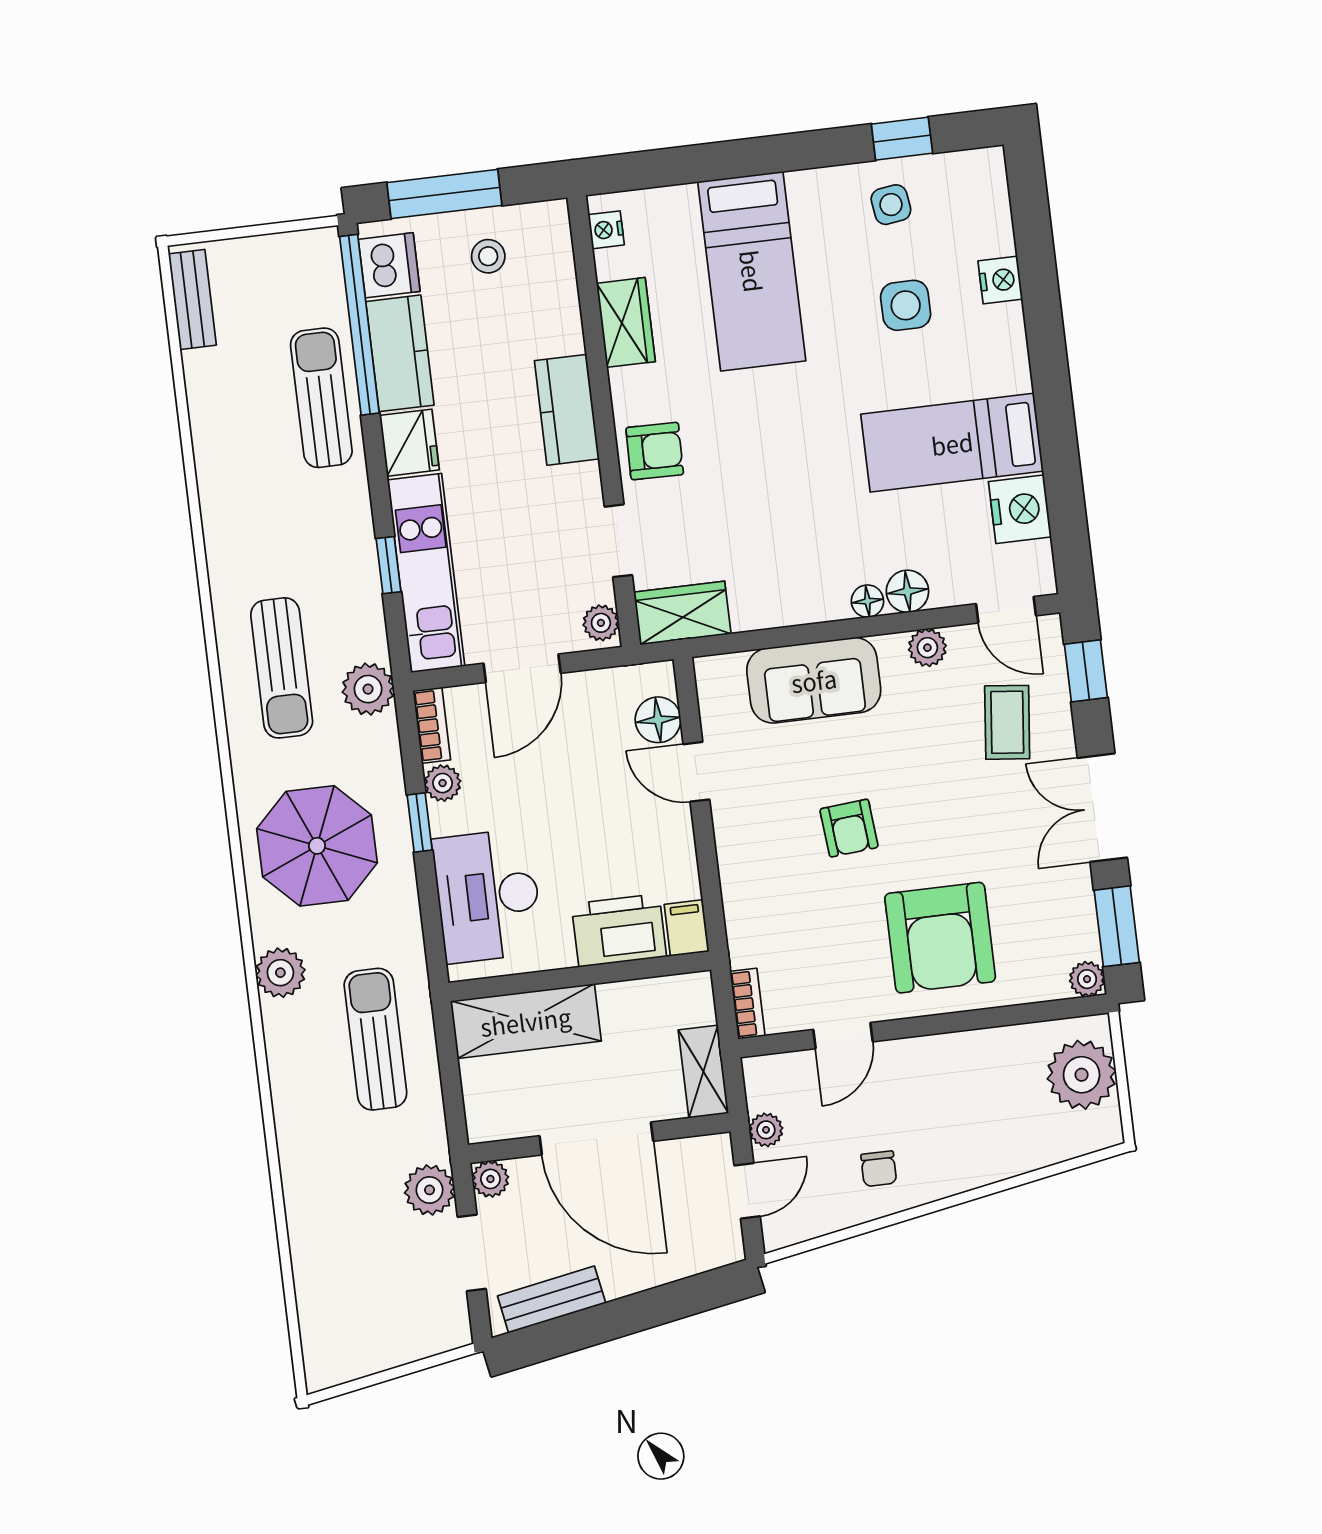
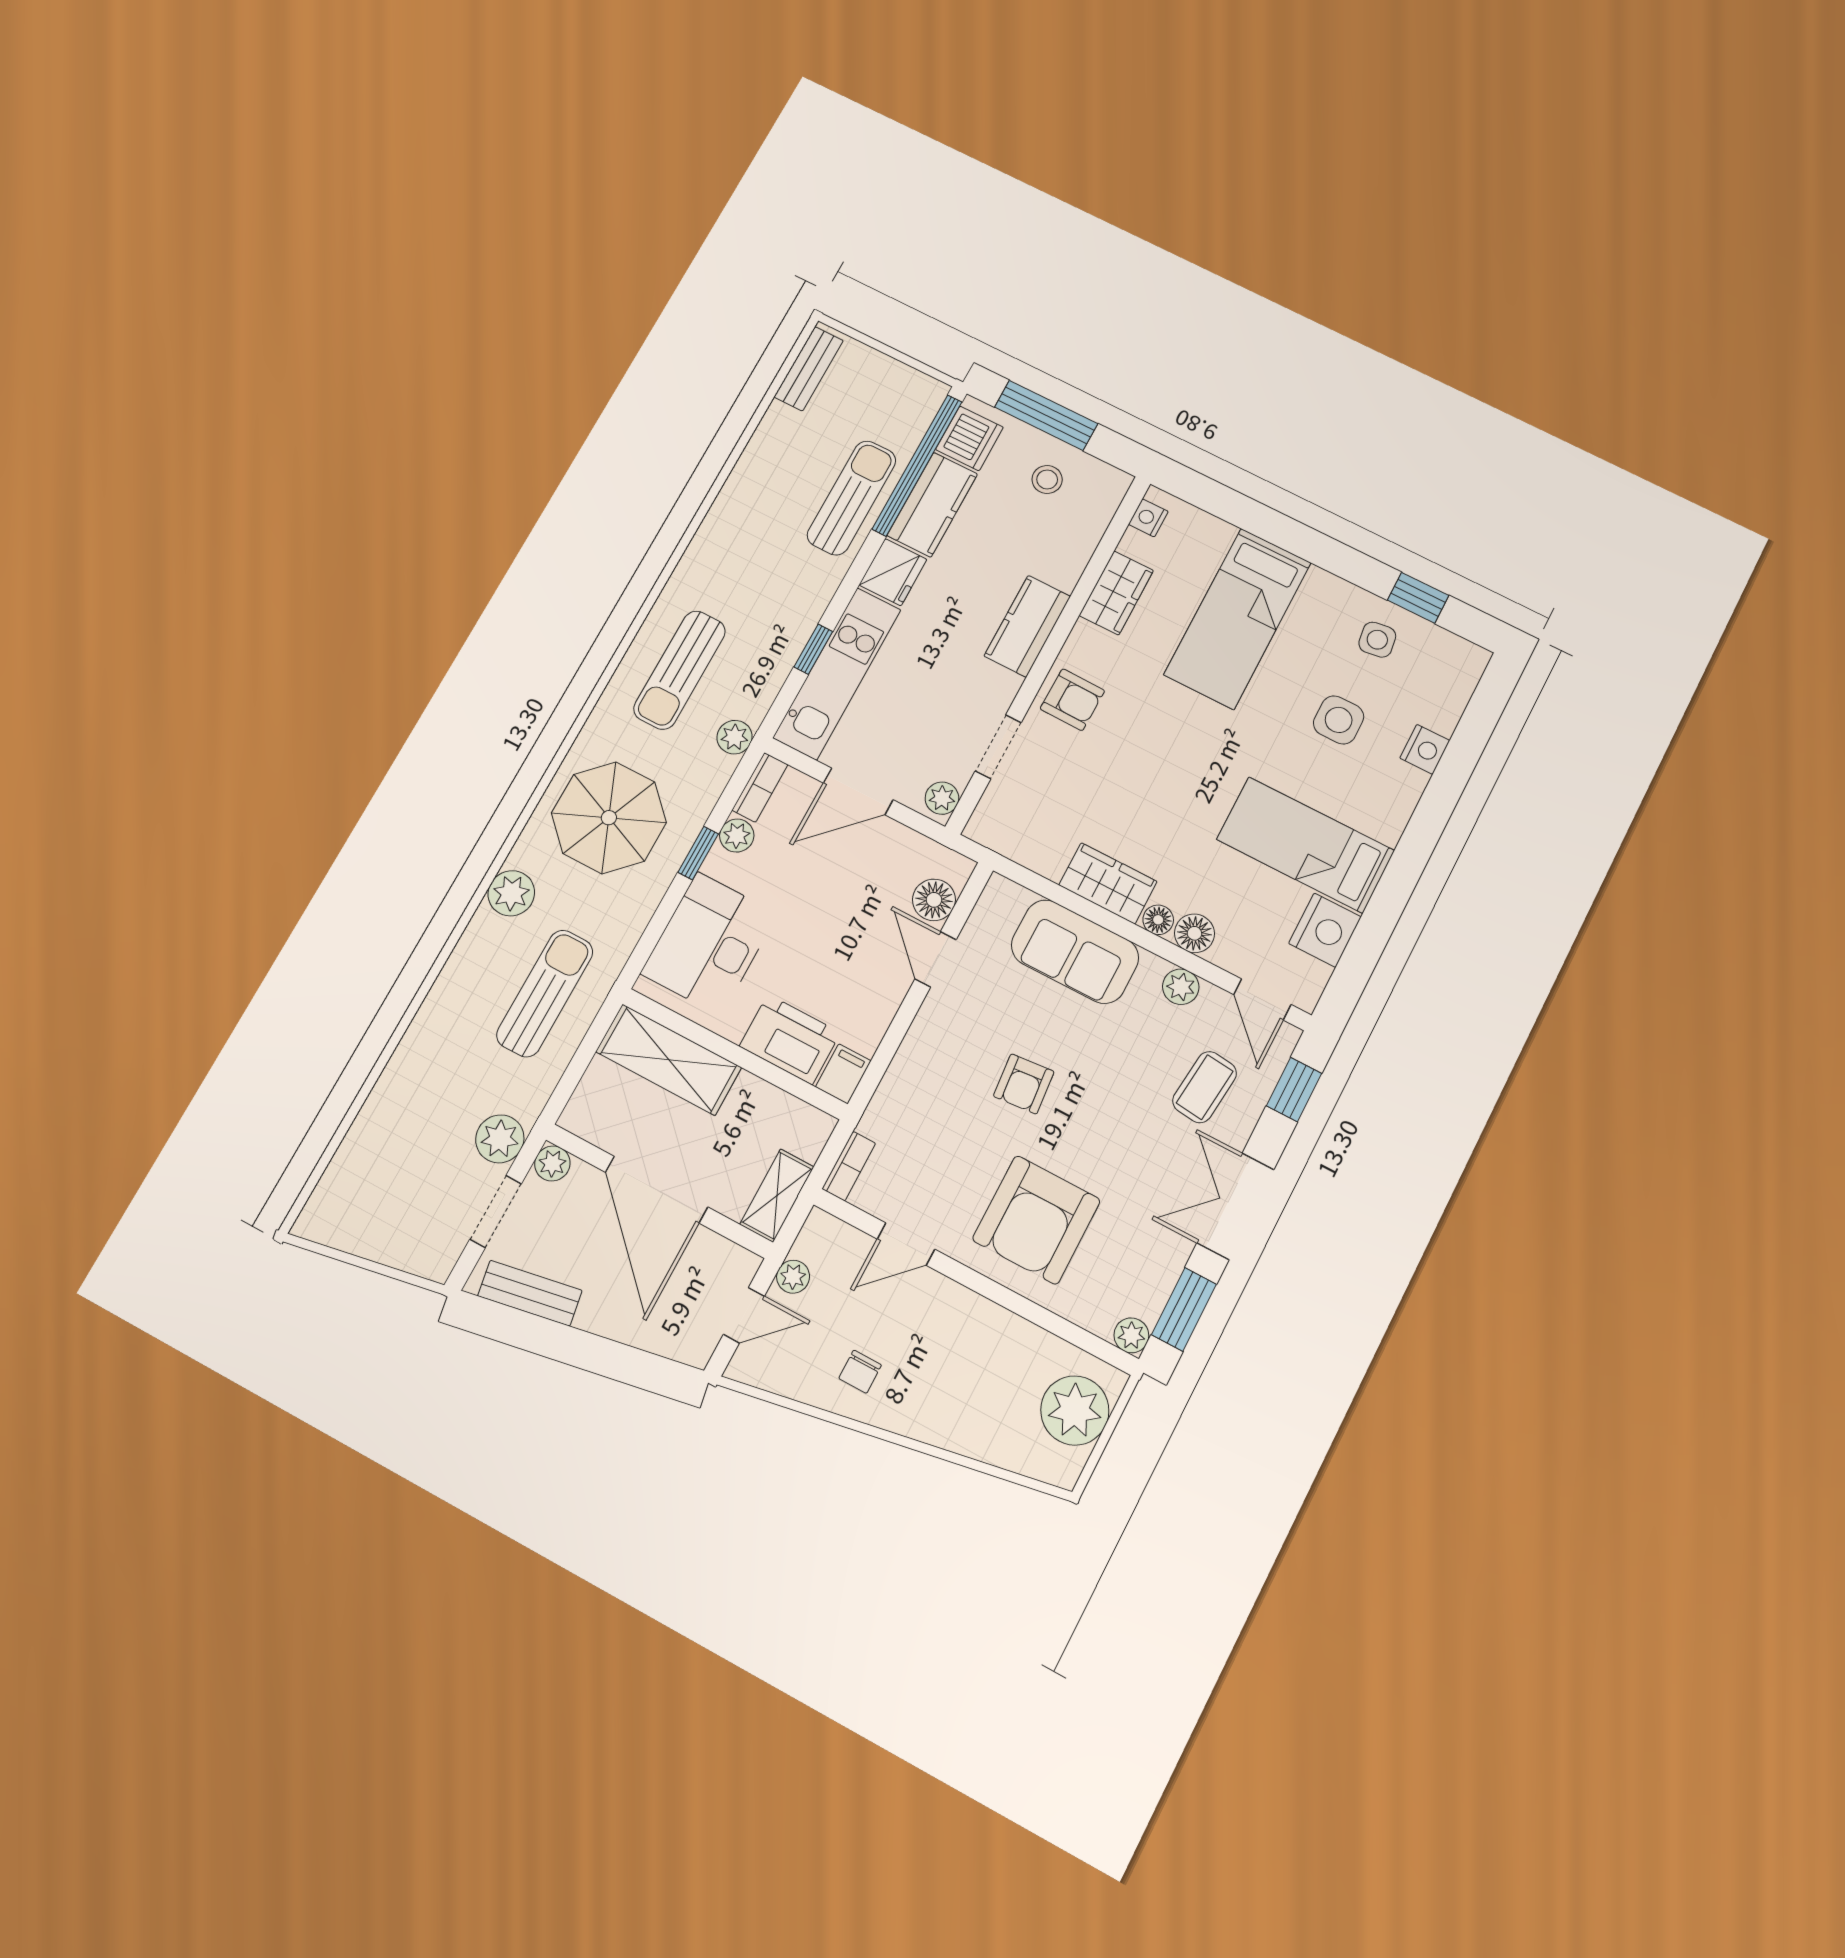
wardrobe: (682, 613) -> (1108, 883), moved
plant: (368, 689) -> (735, 737), width x0.73, depth x0.73

